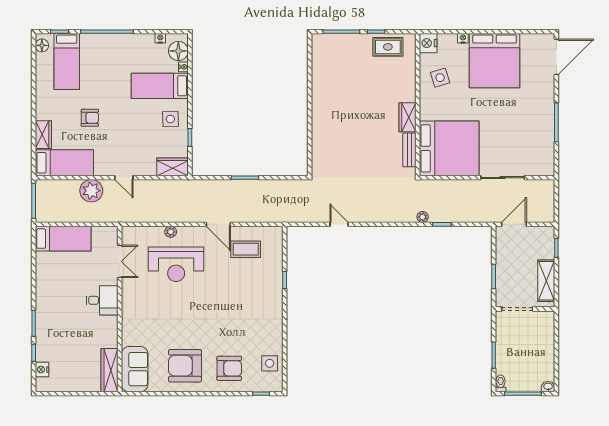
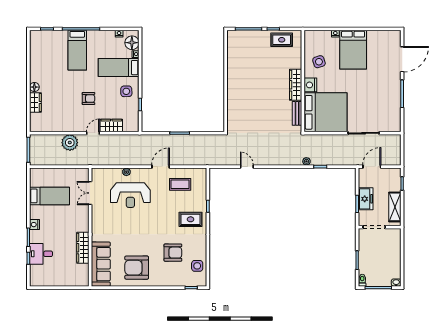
nightstand: (428, 43) -> (310, 85), moved
floor lamp: (42, 45) -> (34, 87), moved
door: (556, 57) -> (402, 59), moved
bed: (67, 61) -> (77, 50), moved
bed: (494, 61) -> (353, 50), width x0.73
wardrobe: (407, 117) -> (296, 85), width x1.50
armchair: (90, 118) -> (88, 98), moved
bed: (64, 163) -> (50, 123), removed
wardrobe: (173, 167) -> (111, 125), moved
door: (124, 178) -> (93, 133), swing flipped
door: (218, 224) -> (161, 167), swing flipped
bed: (63, 239) -> (50, 196), moved
double door: (120, 261) -> (90, 193), swing flipped
freezer: (505, 269) -> (366, 199), added
rug: (260, 298) -> (191, 219), added
desk: (102, 300) -> (41, 254), moved, turned 180
armchair: (229, 368) -> (173, 253), moved
nightstand: (42, 369) -> (35, 225), moved
sofa: (135, 369) -> (101, 264), width x1.36
wardrobe: (110, 370) -> (83, 248), moved

